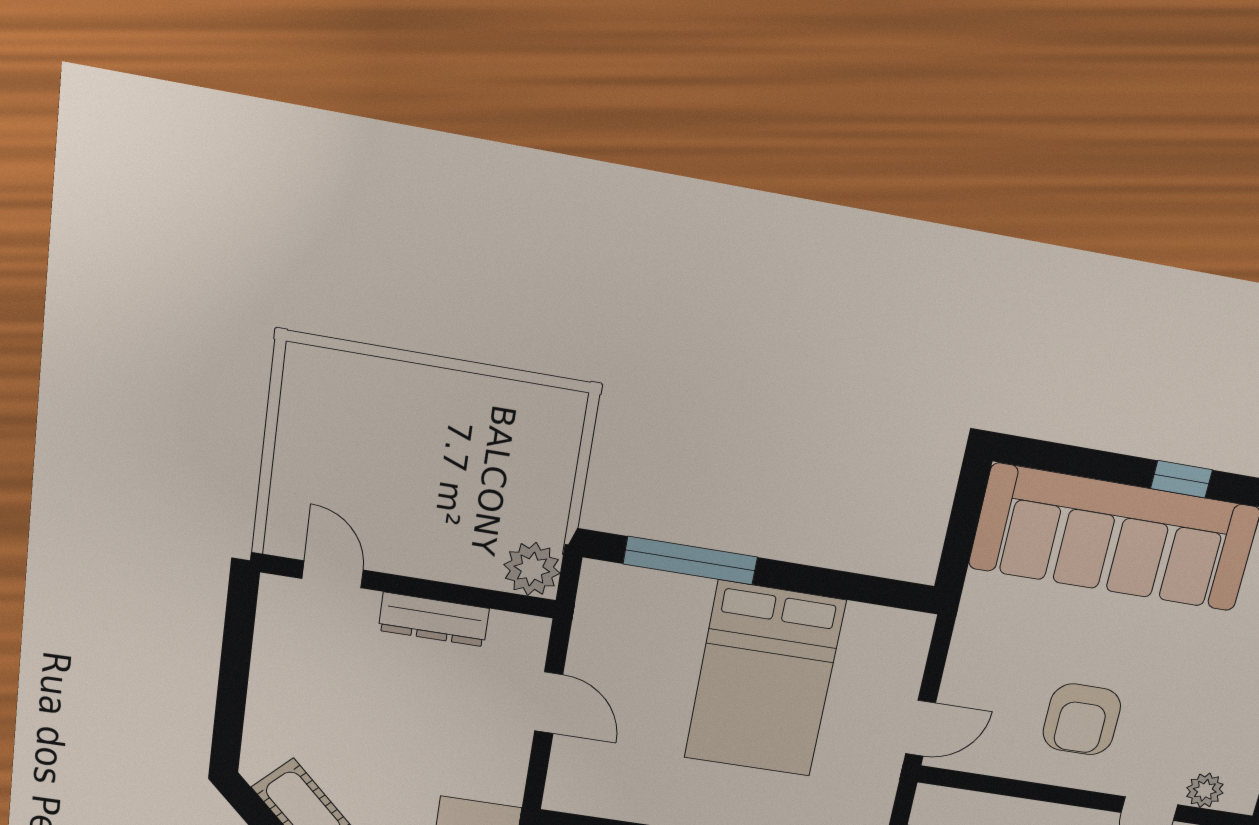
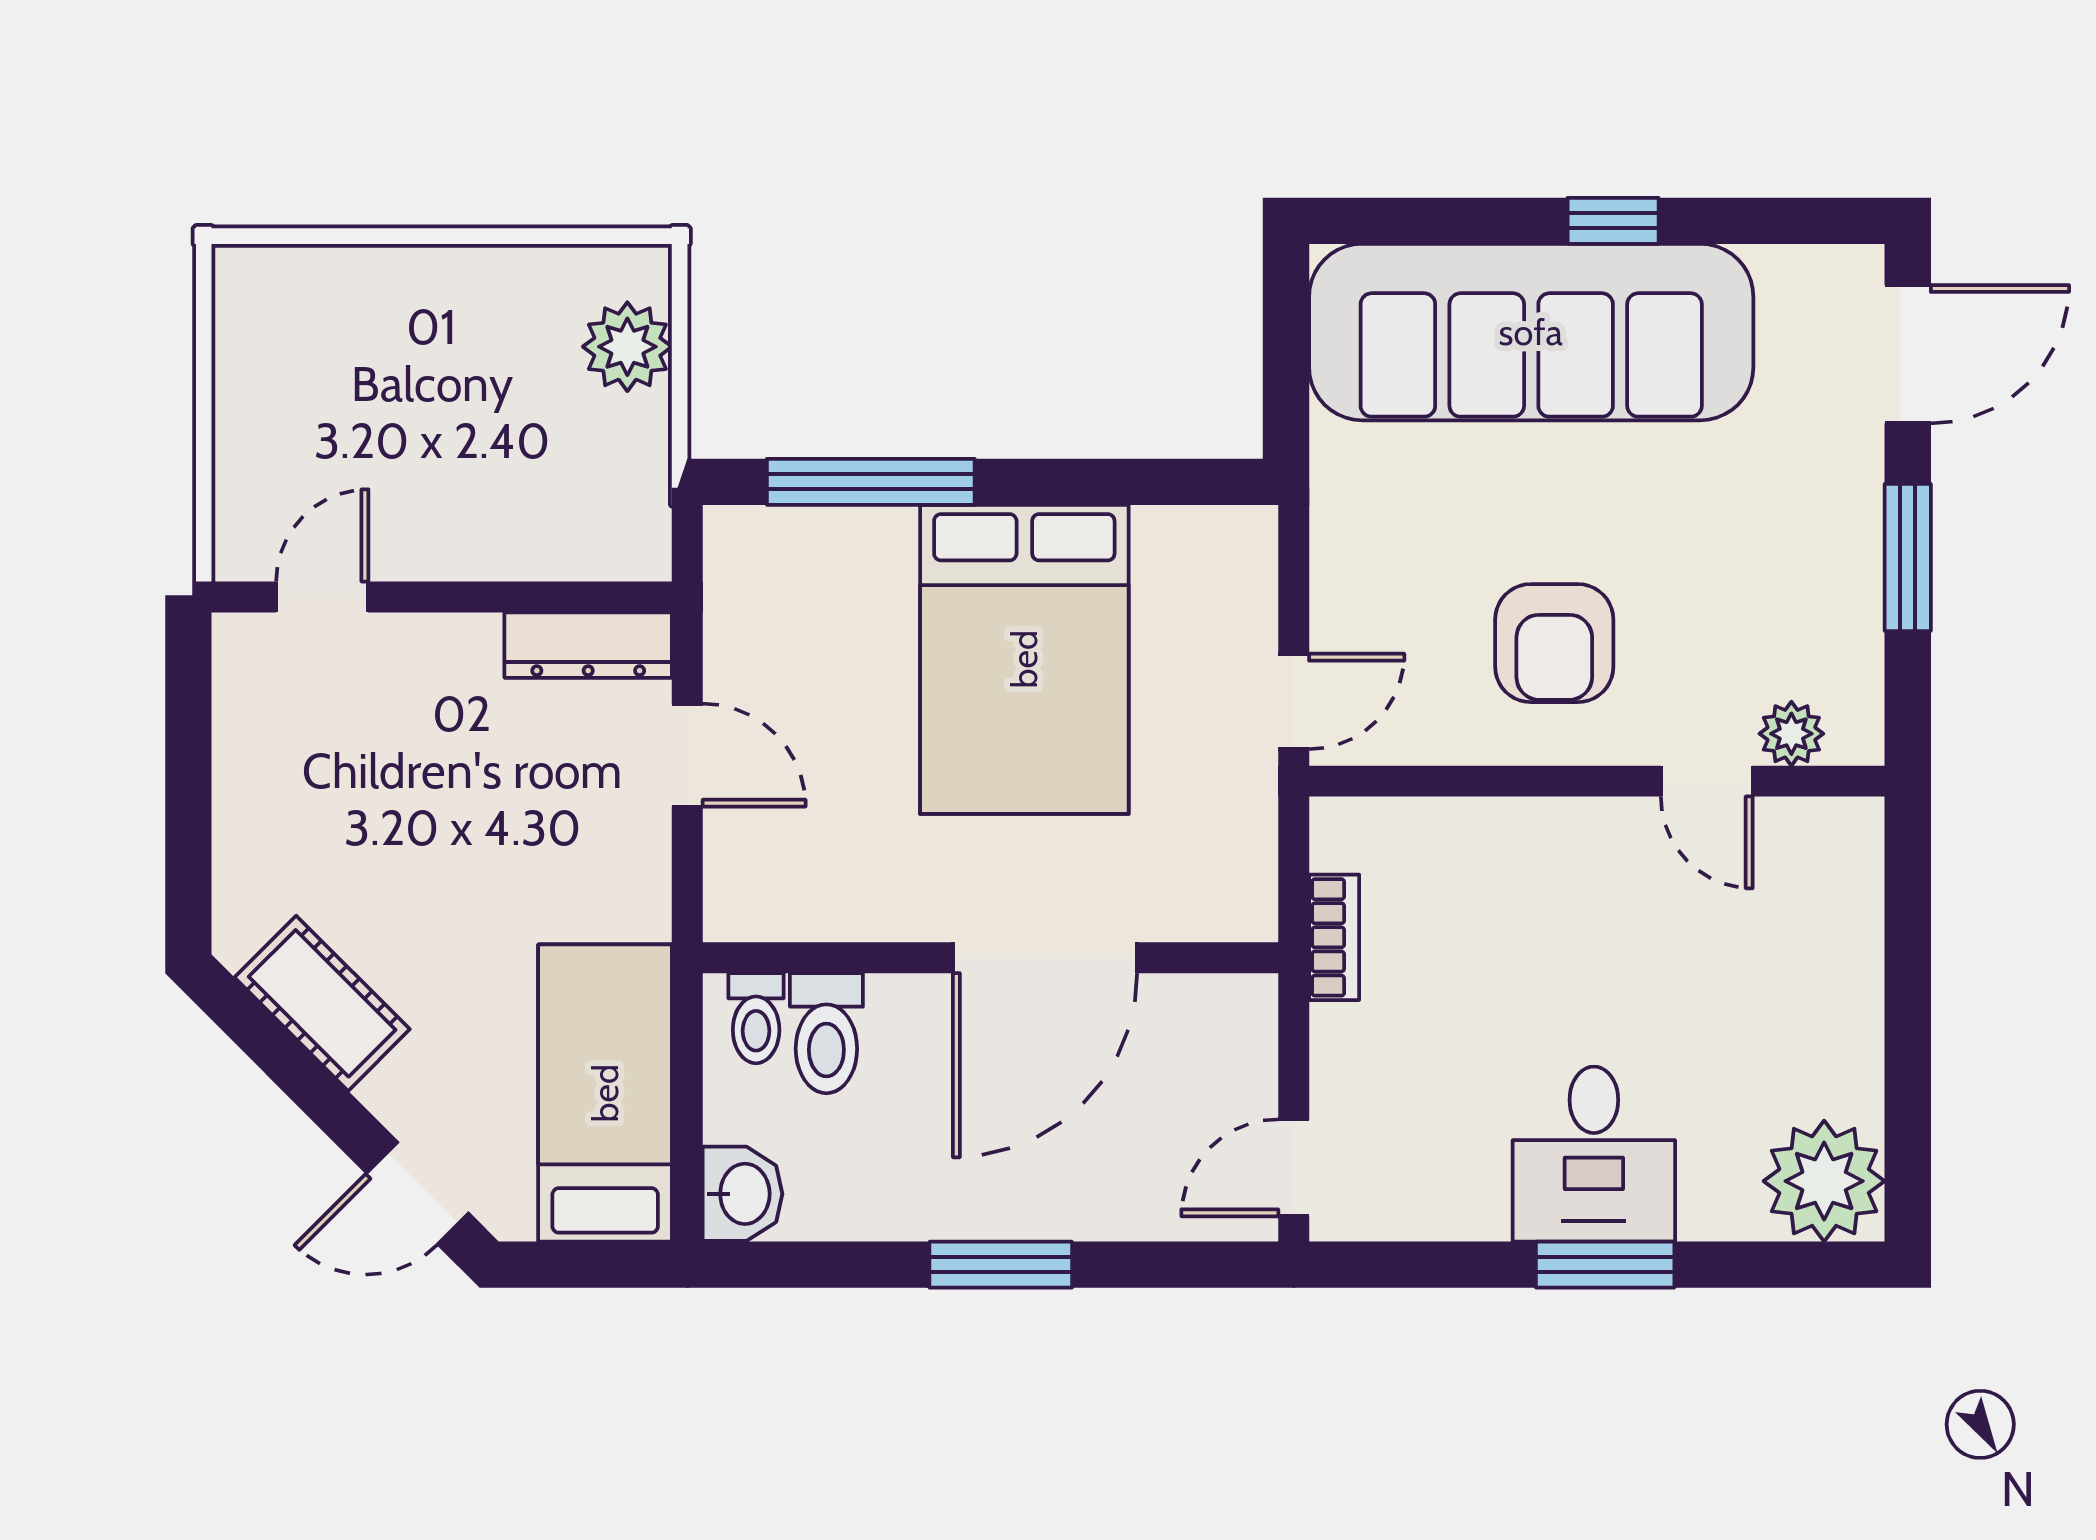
plant: (532, 569) -> (627, 347), moved
door: (333, 574) -> (322, 597), hinge flipped
dresser: (434, 619) -> (588, 645), moved

